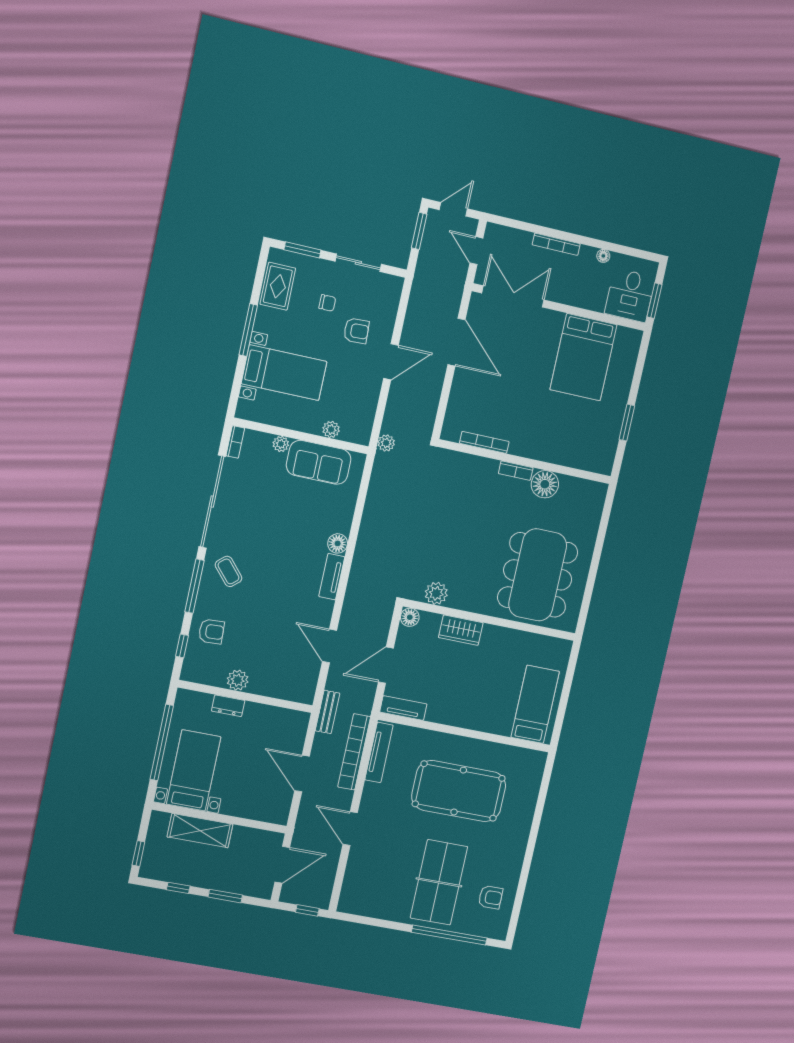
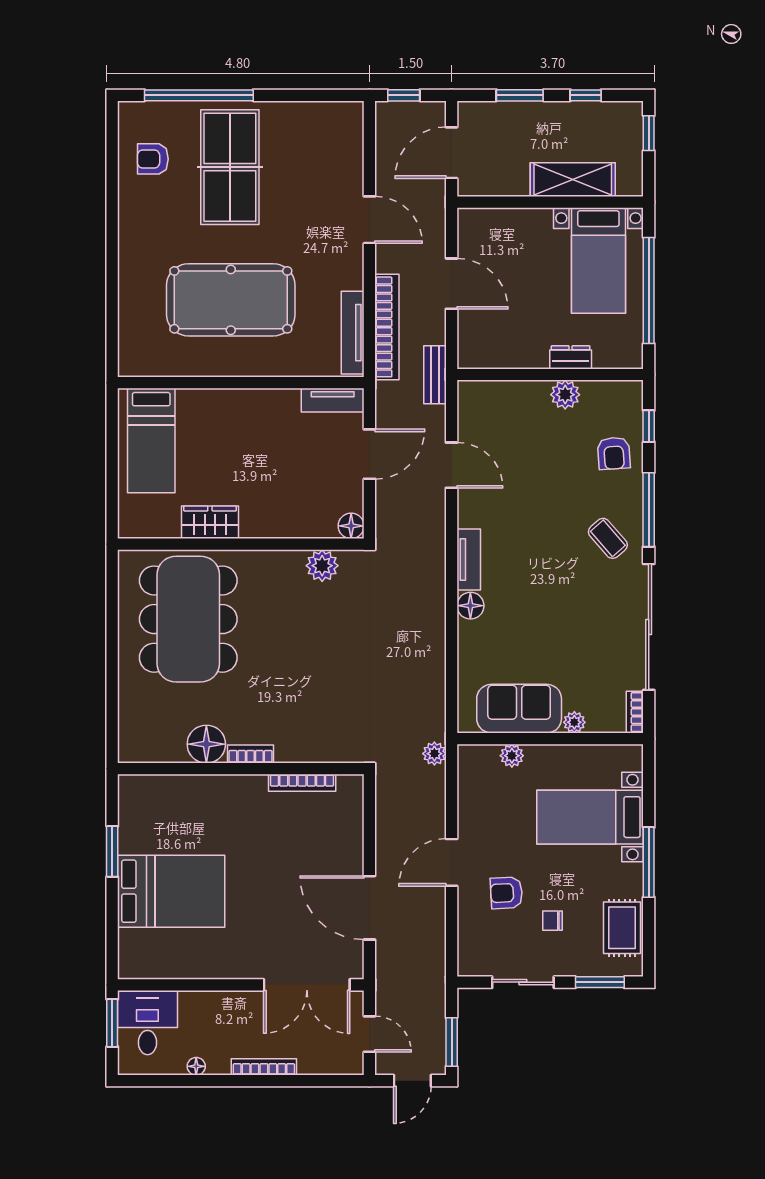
bed: (583, 357) -> (171, 891), moved, turned 90
wardrobe: (461, 630) -> (210, 522), moved
armchair: (211, 631) -> (614, 453), turned -91

